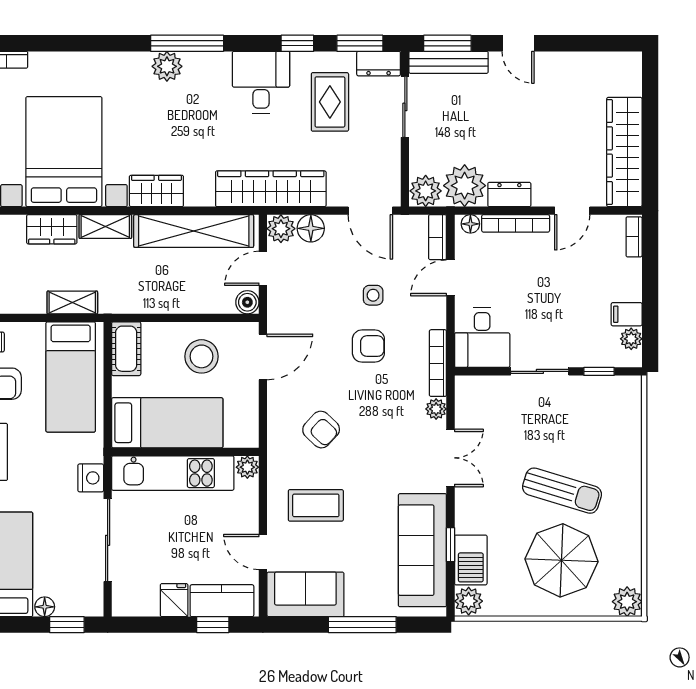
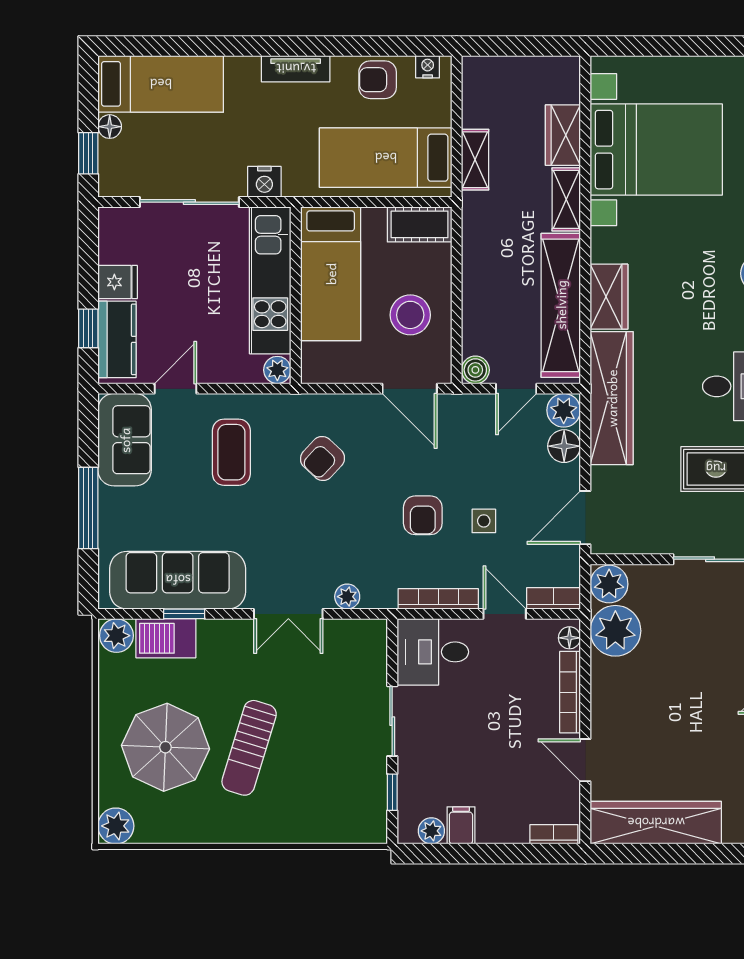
wardrobe: (156, 191) -> (609, 297), moved
dresser: (509, 195) -> (605, 685), removed
door: (263, 268) -> (516, 389), swing flipped
bookcase: (438, 363) -> (438, 599), moved

